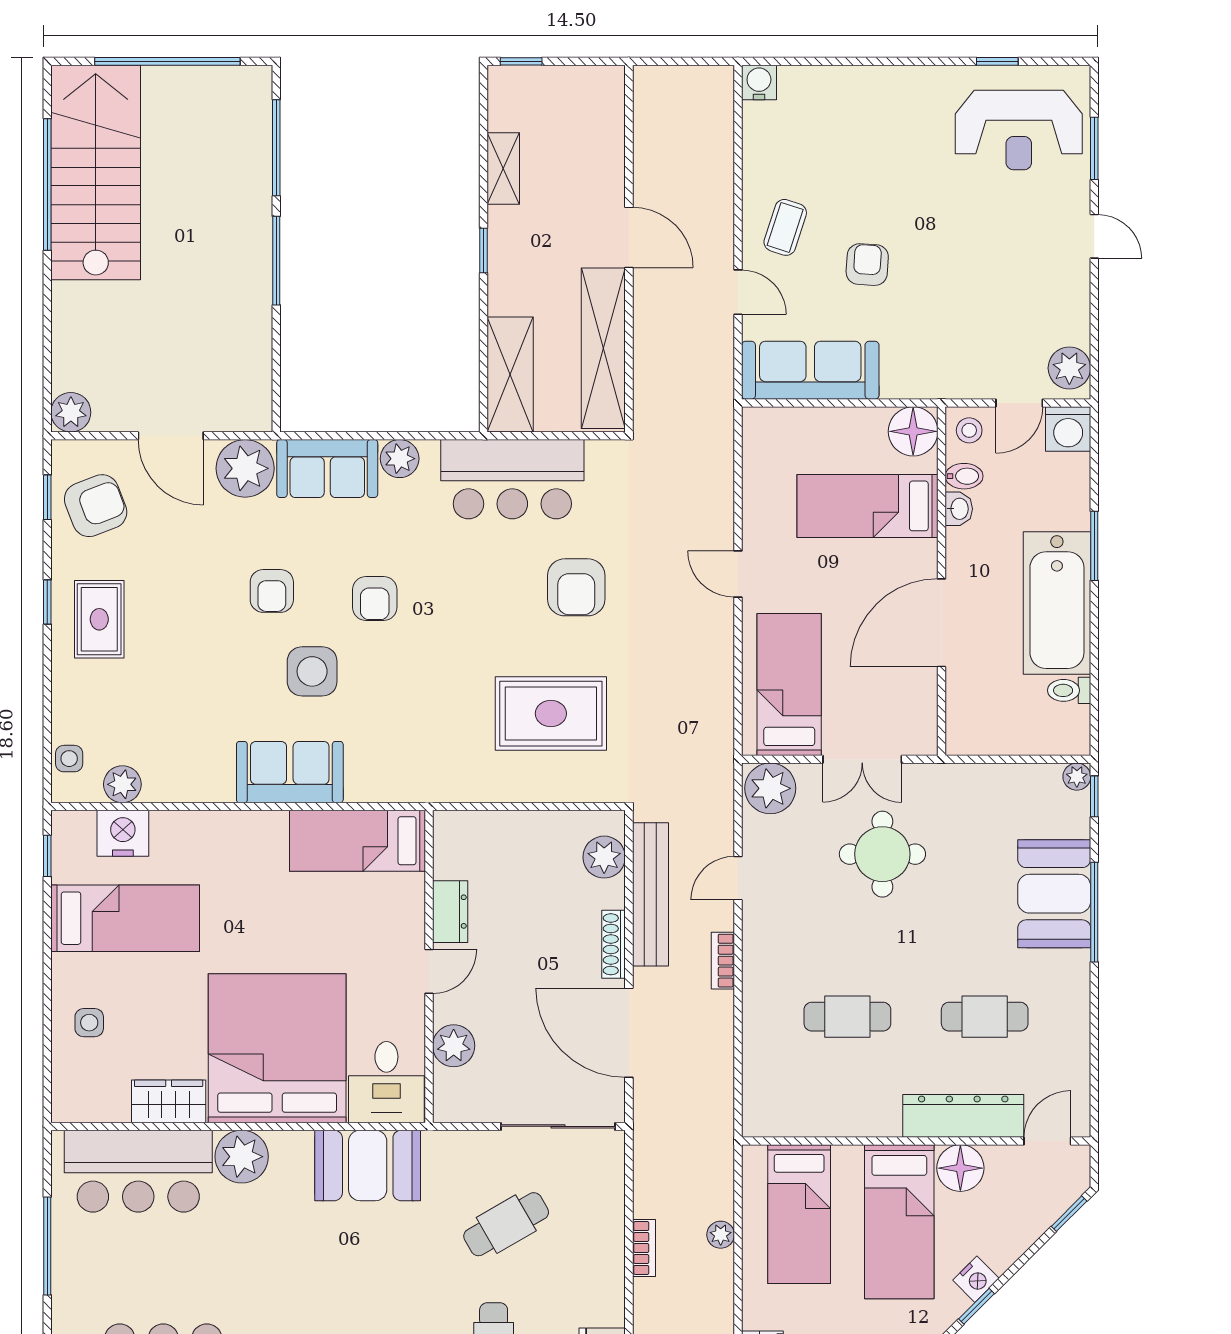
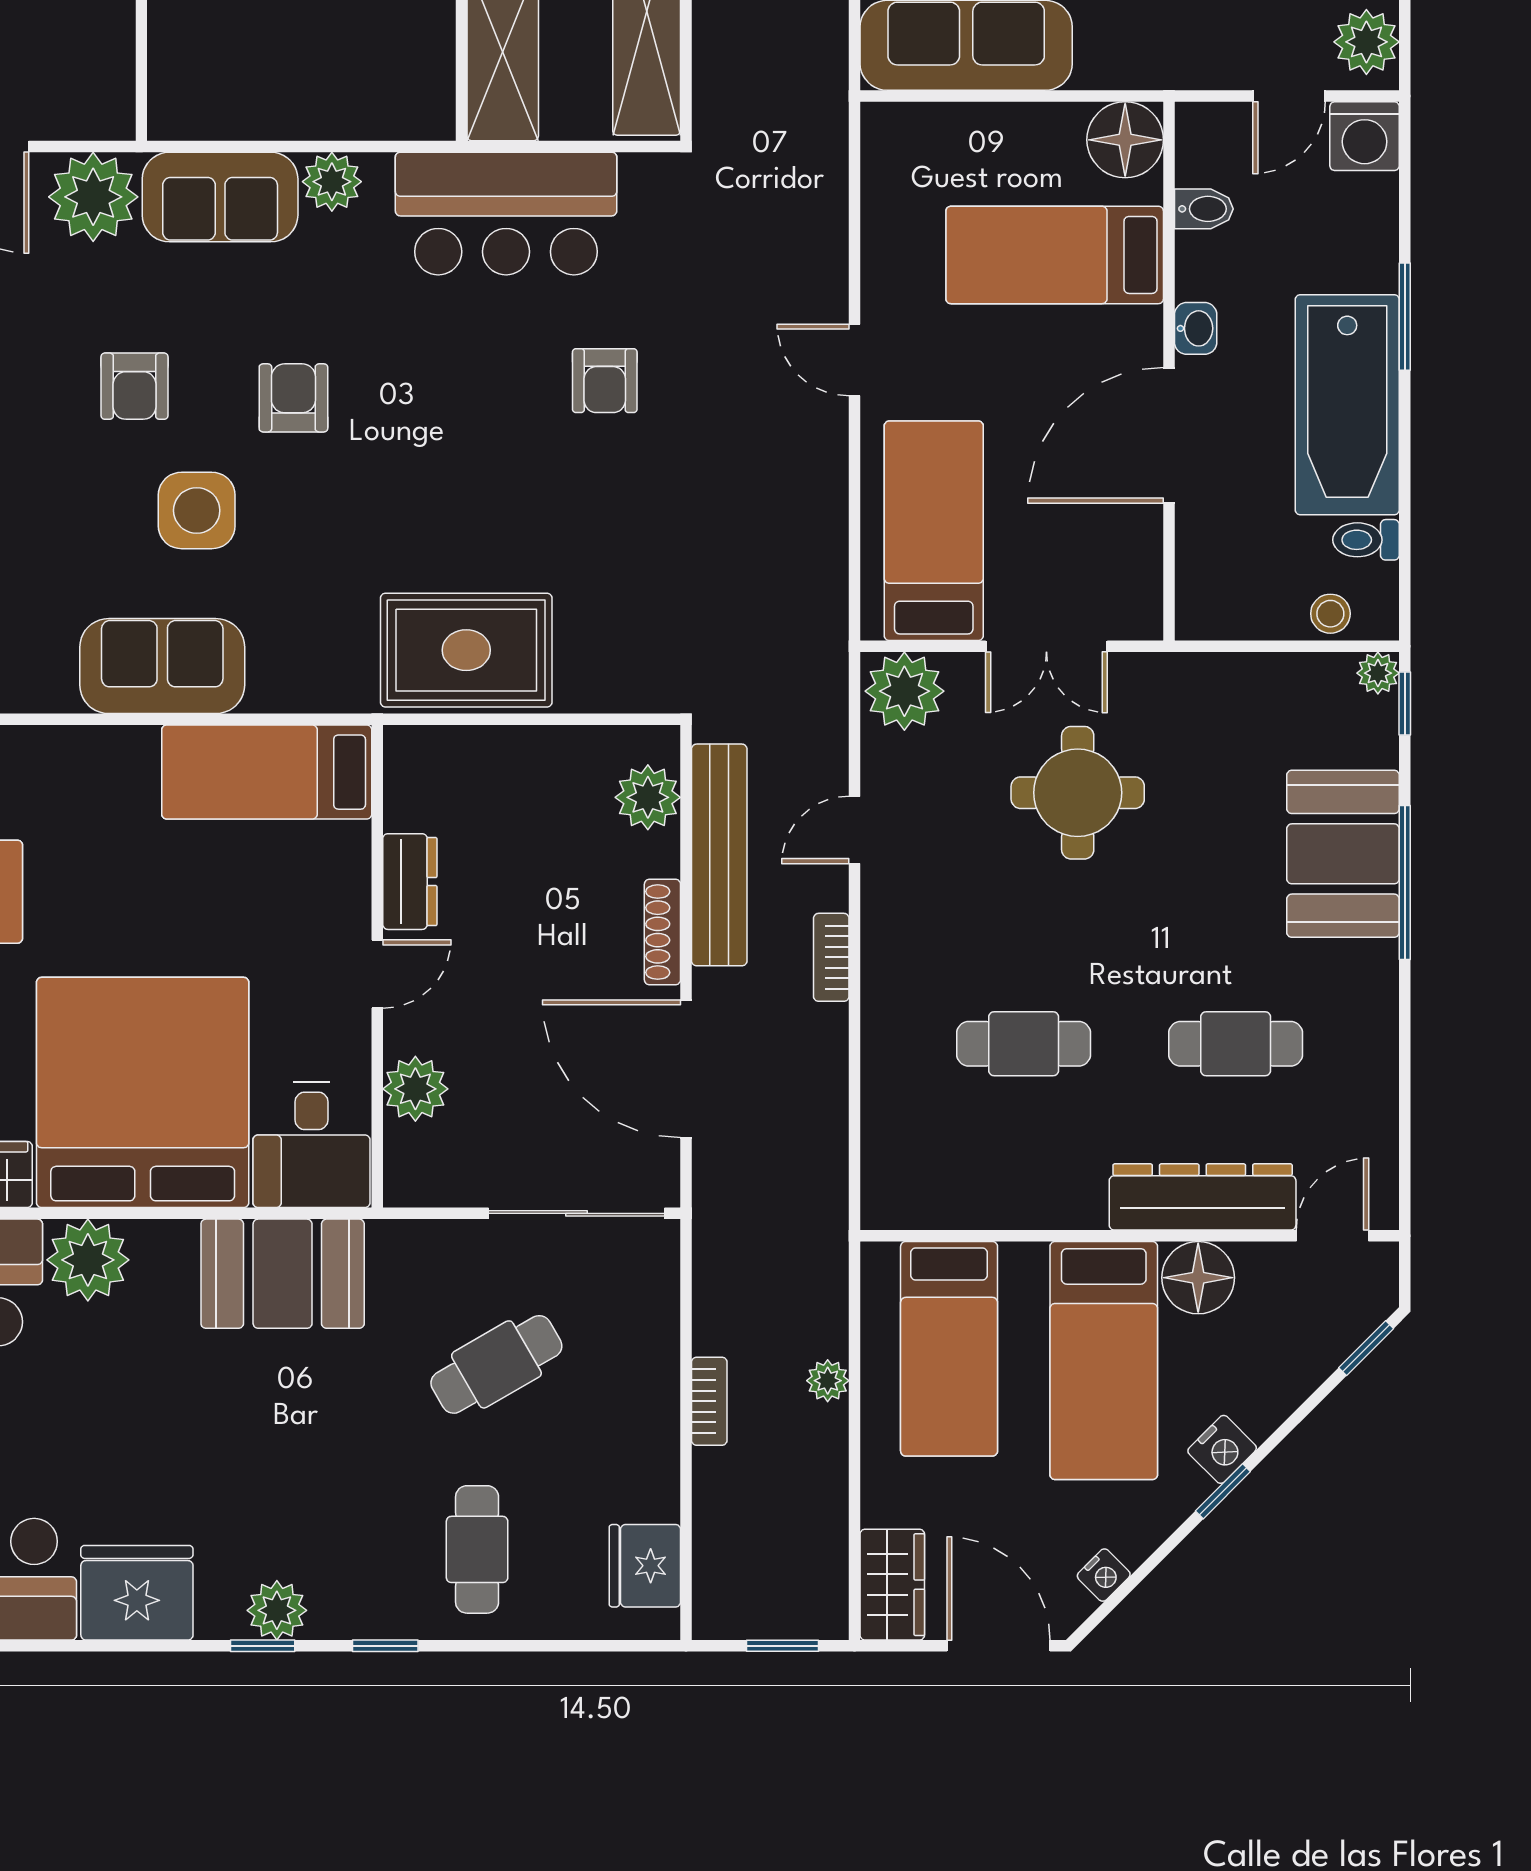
stool: (969, 430) -> (1330, 614), moved
washbasin: (959, 509) -> (1196, 328), moved
armchair: (576, 587) -> (605, 381), width x0.72, depth x0.72
armchair: (375, 598) -> (293, 398), turned 180
rug: (551, 714) -> (466, 650), moved

